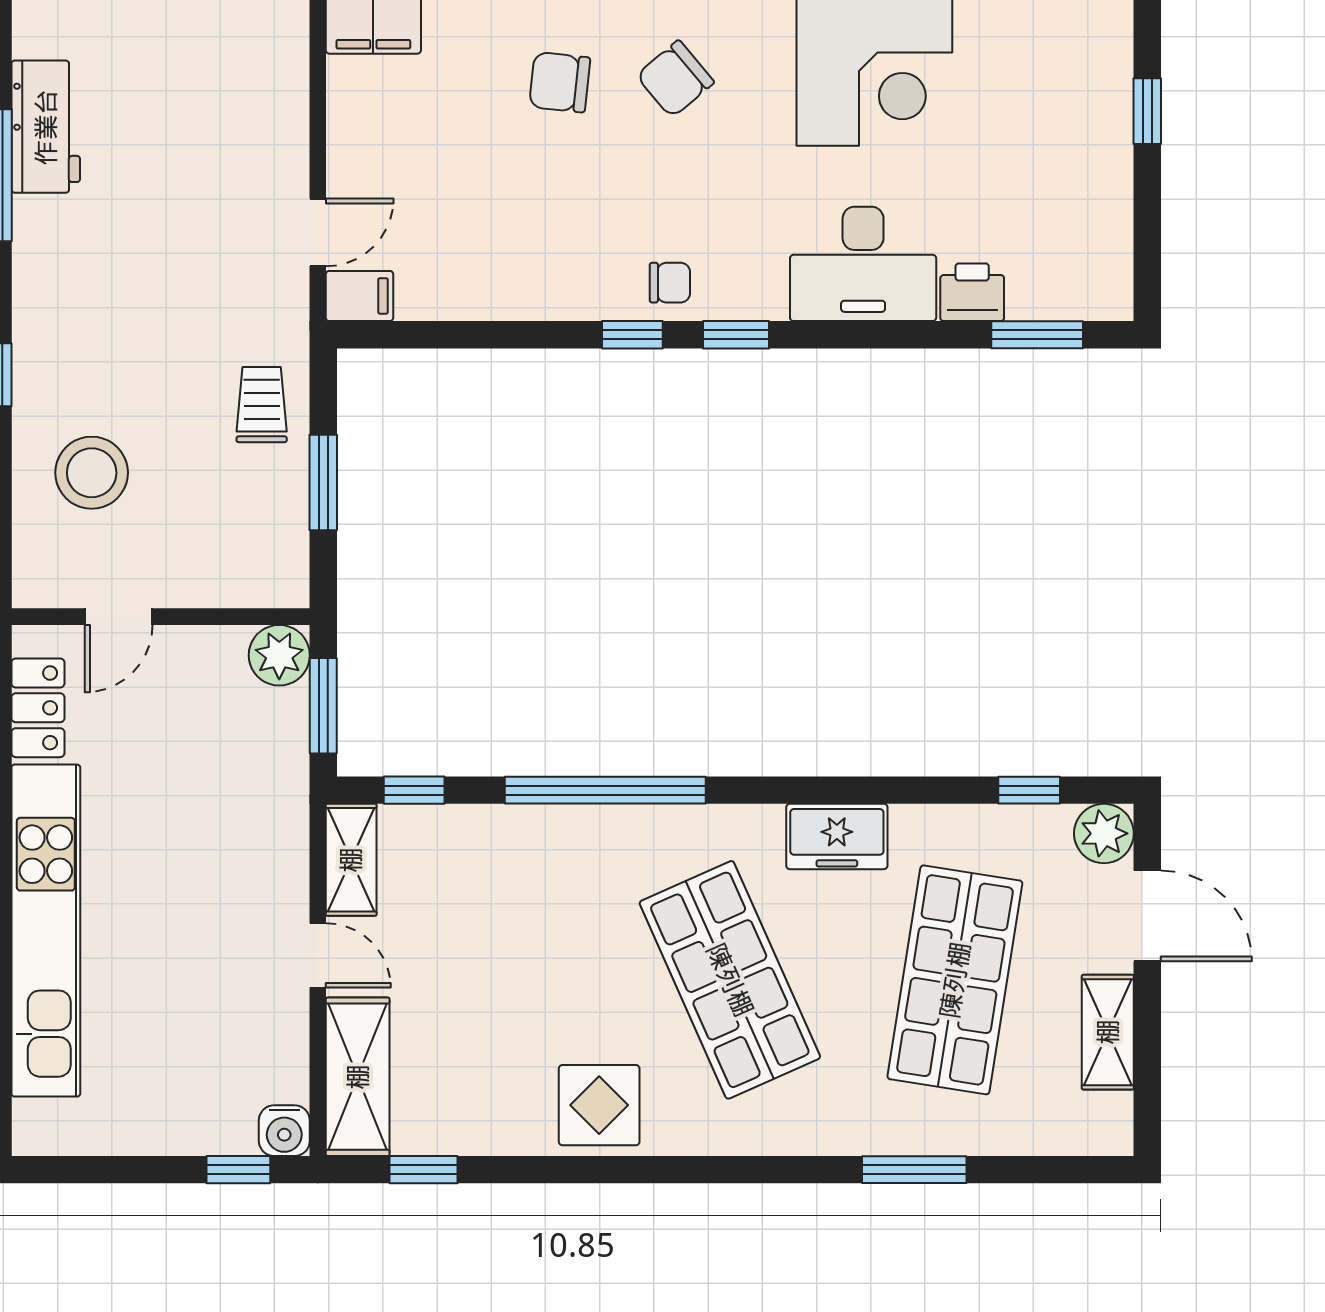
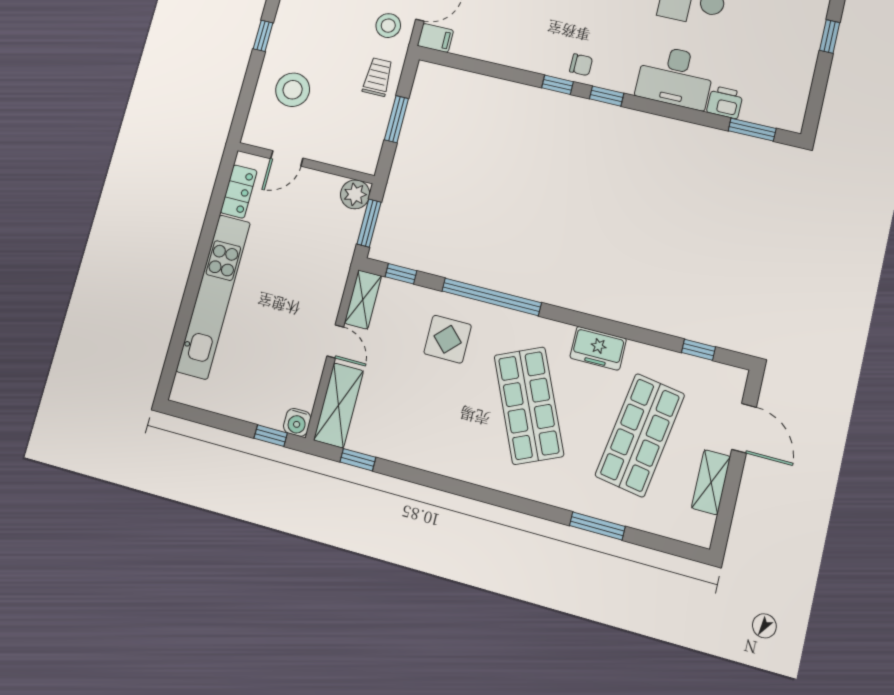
stool: (255, 293) -> (388, 26), added
plant: (1104, 833) -> (731, 381), removed
display table: (599, 1105) -> (448, 339), moved

